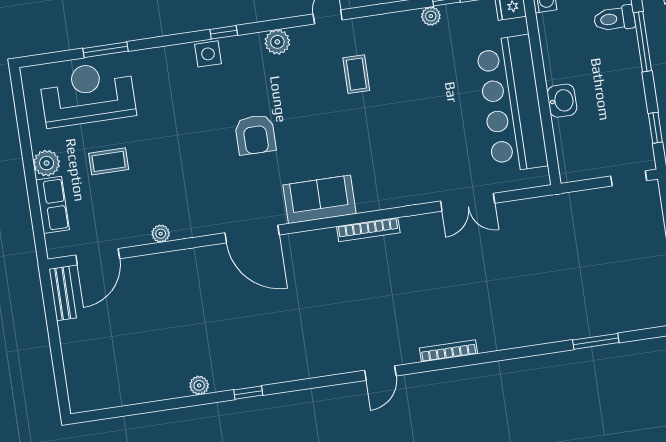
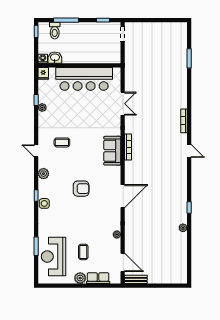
washbasin: (562, 101) -> (55, 58), moved
sofa: (320, 199) -> (112, 151), moved

